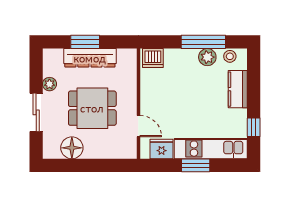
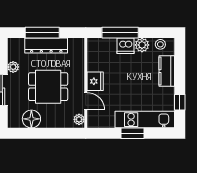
window: (85, 42) -> (42, 33), width x1.44
window: (203, 42) -> (120, 33), moved
dishwasher: (153, 58) -> (126, 46), moved
plant: (130, 148) -> (79, 119), added
fridge: (162, 149) -> (95, 81), moved, turned 90

